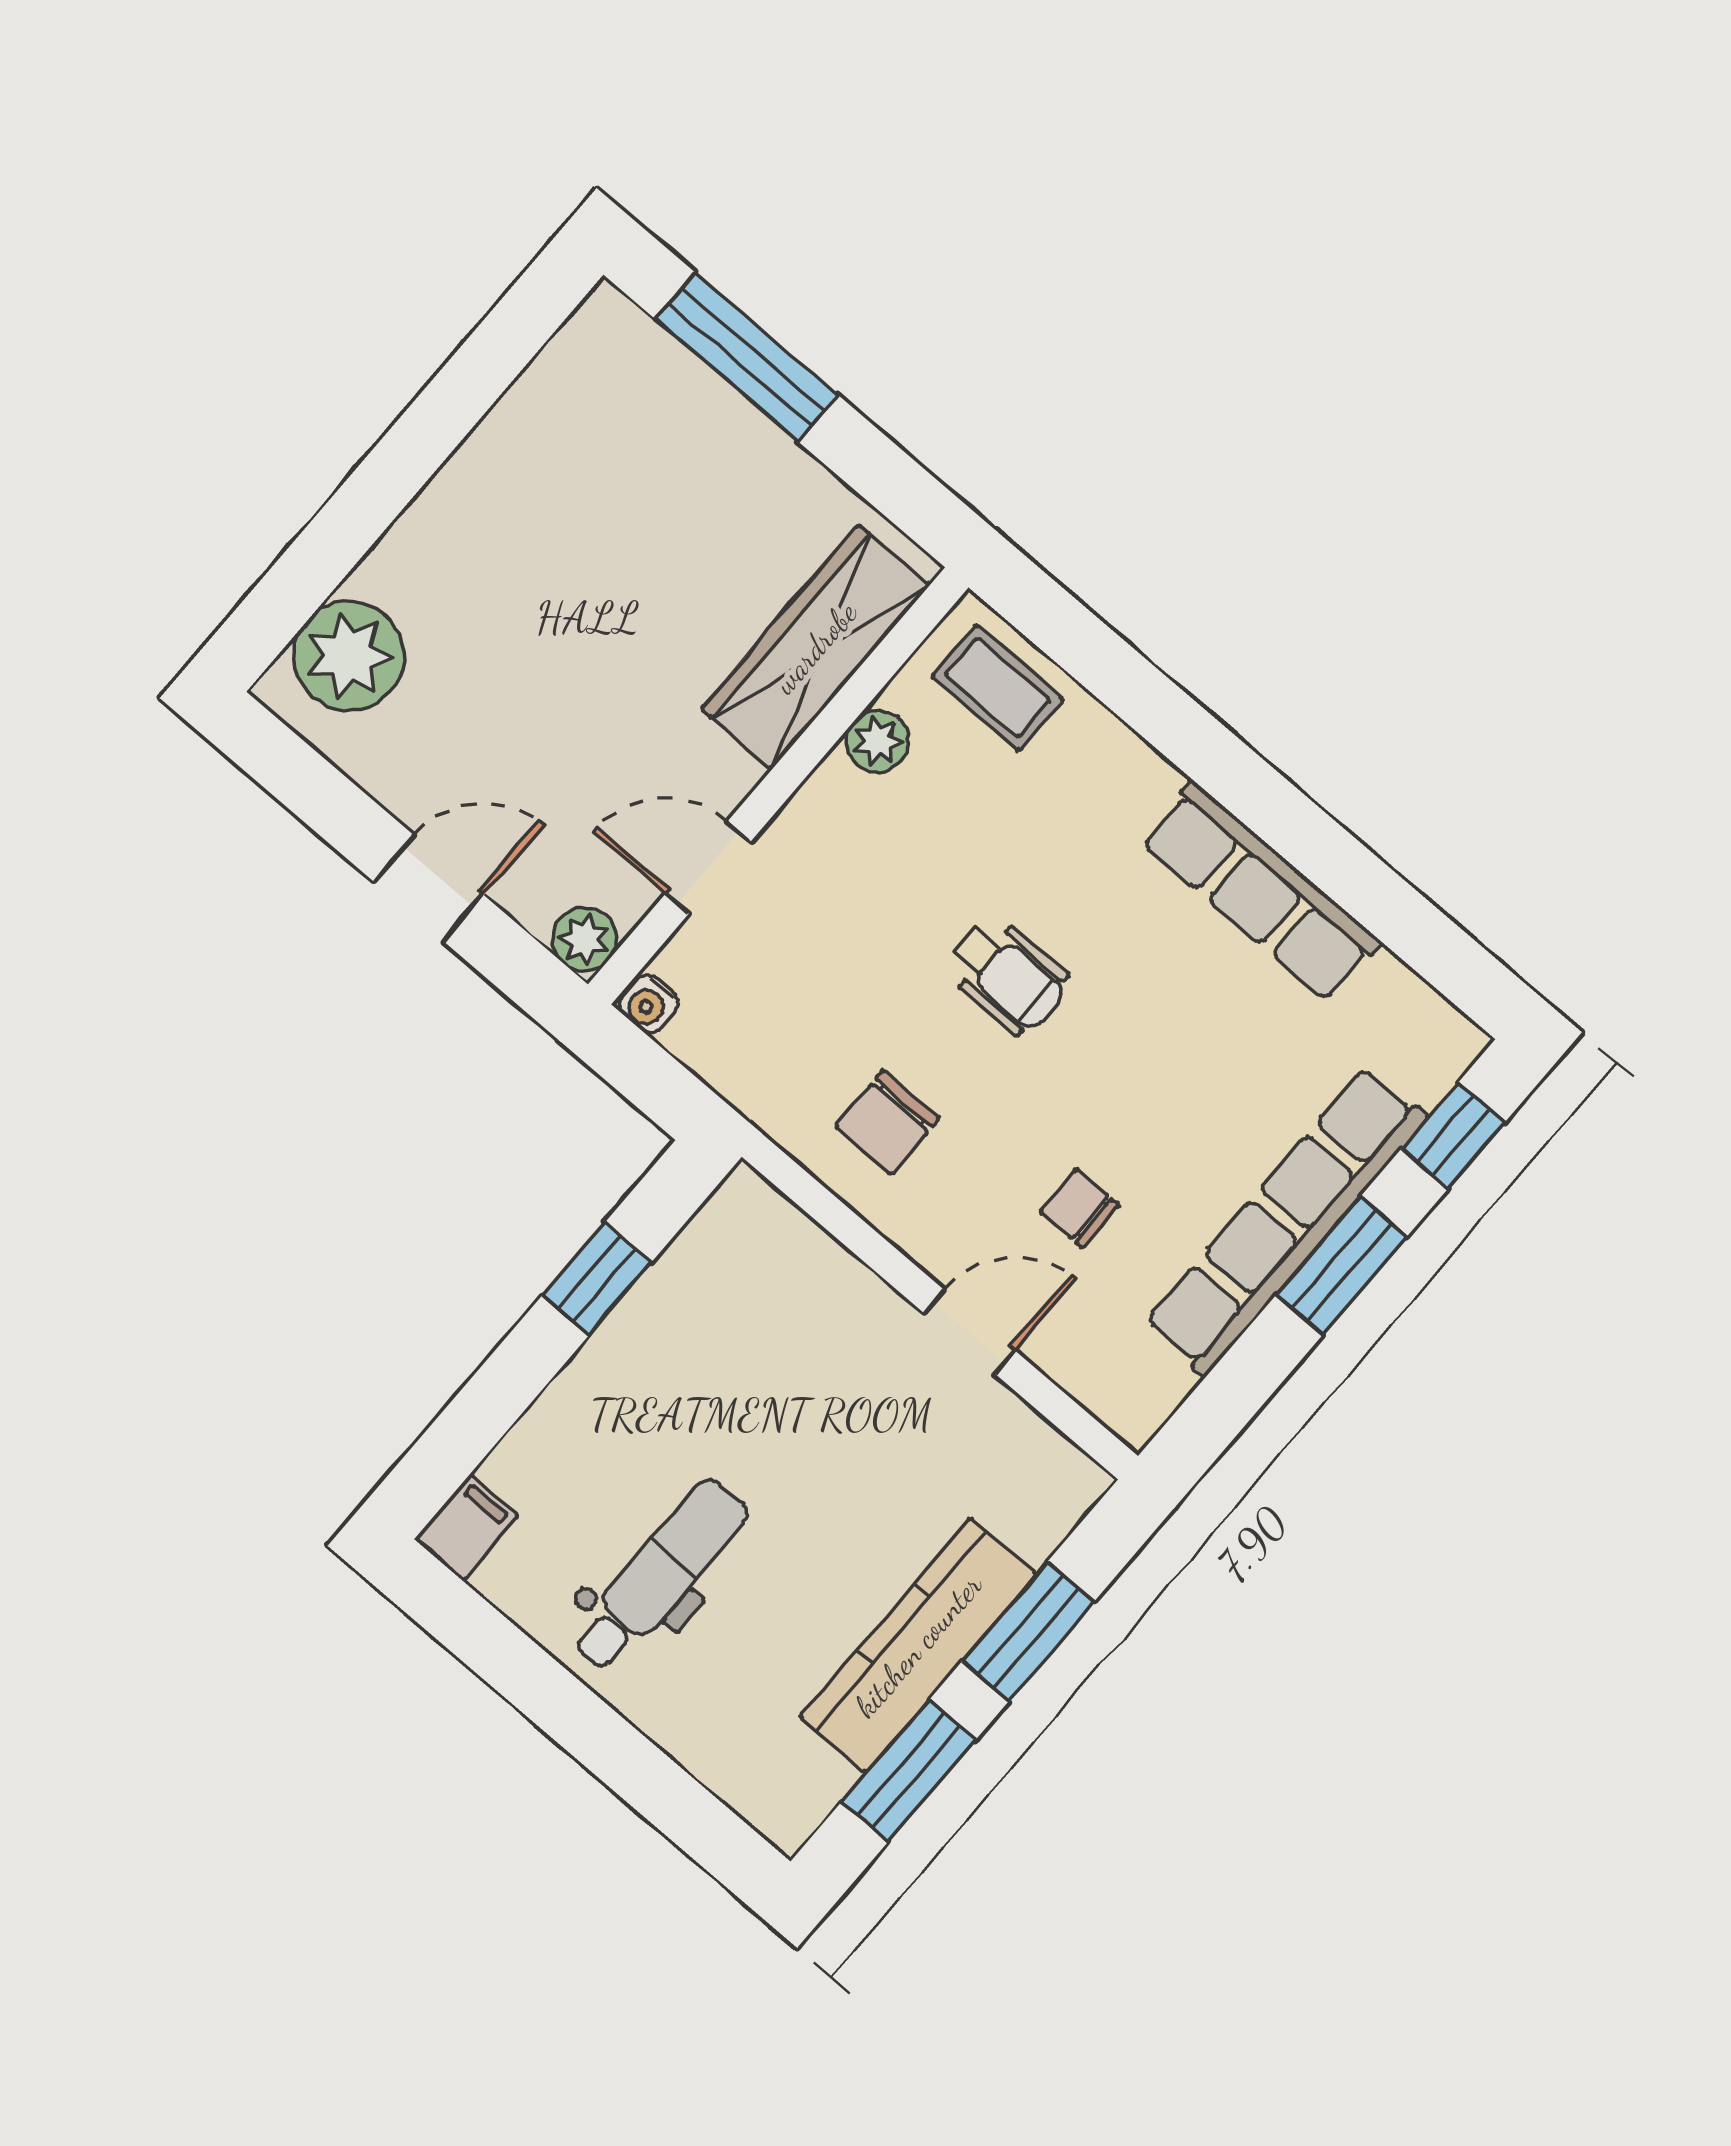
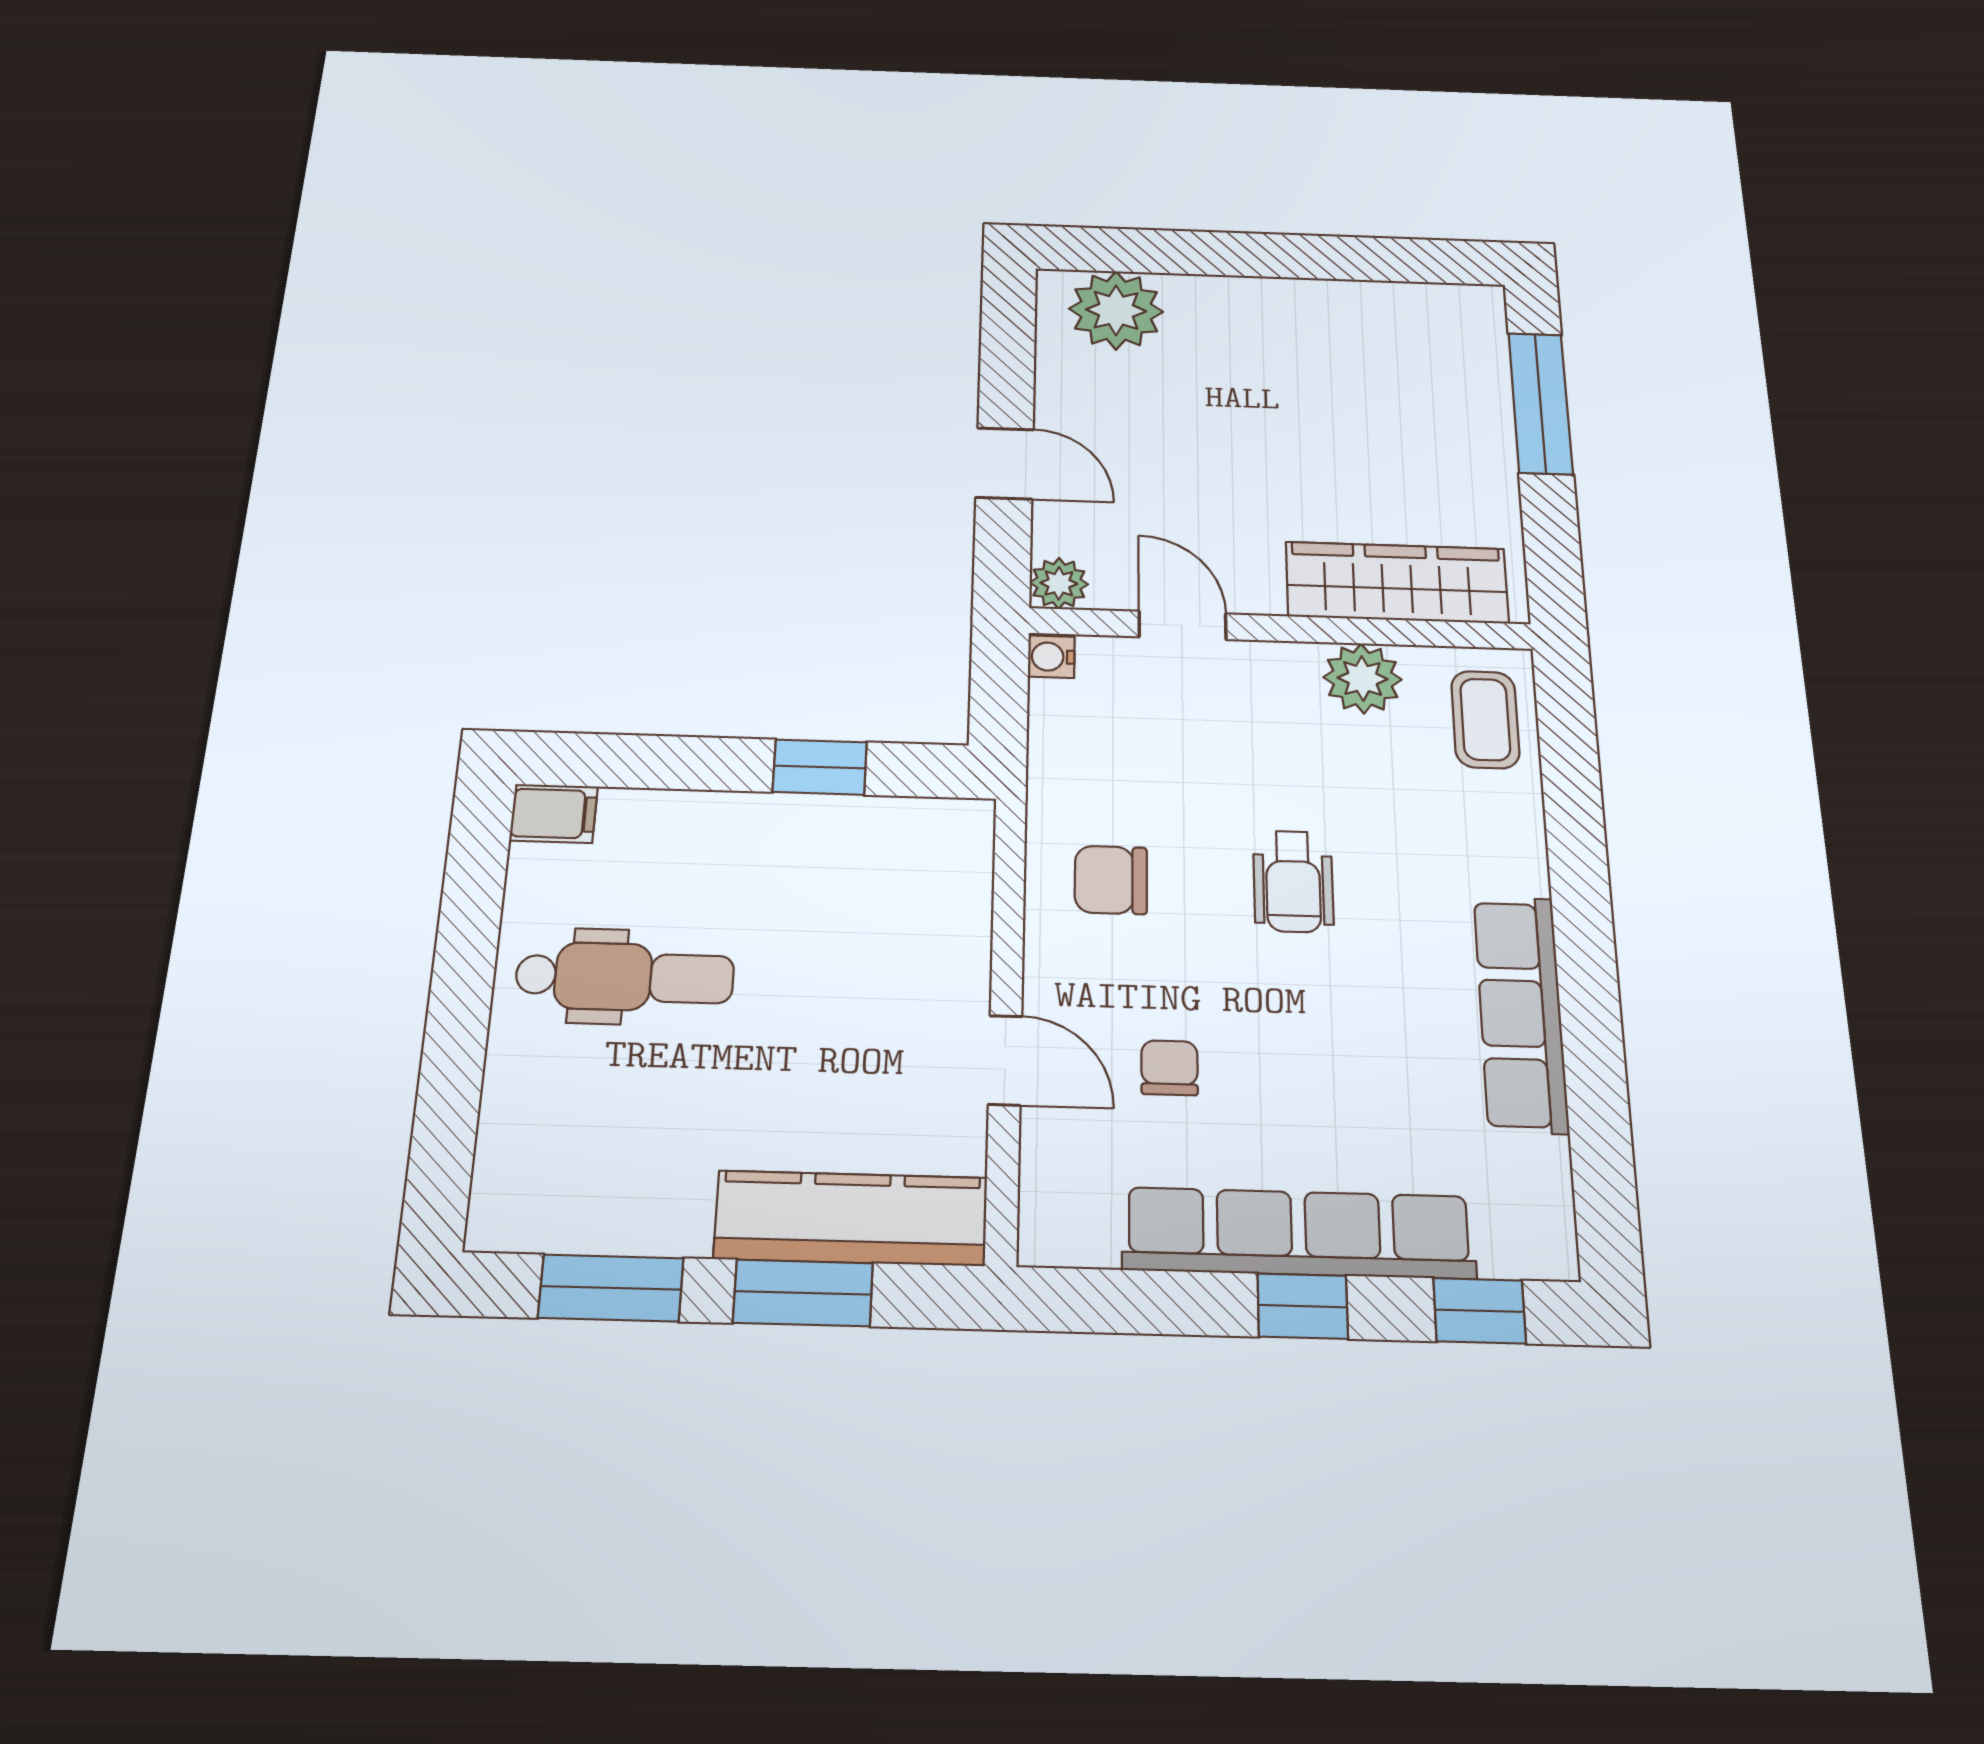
plant: (877, 741) -> (1362, 678), width x1.38, depth x1.38
window: (1342, 1266) -> (1303, 1306), width x0.67
kitchen counter: (918, 1645) -> (851, 1218), moved

